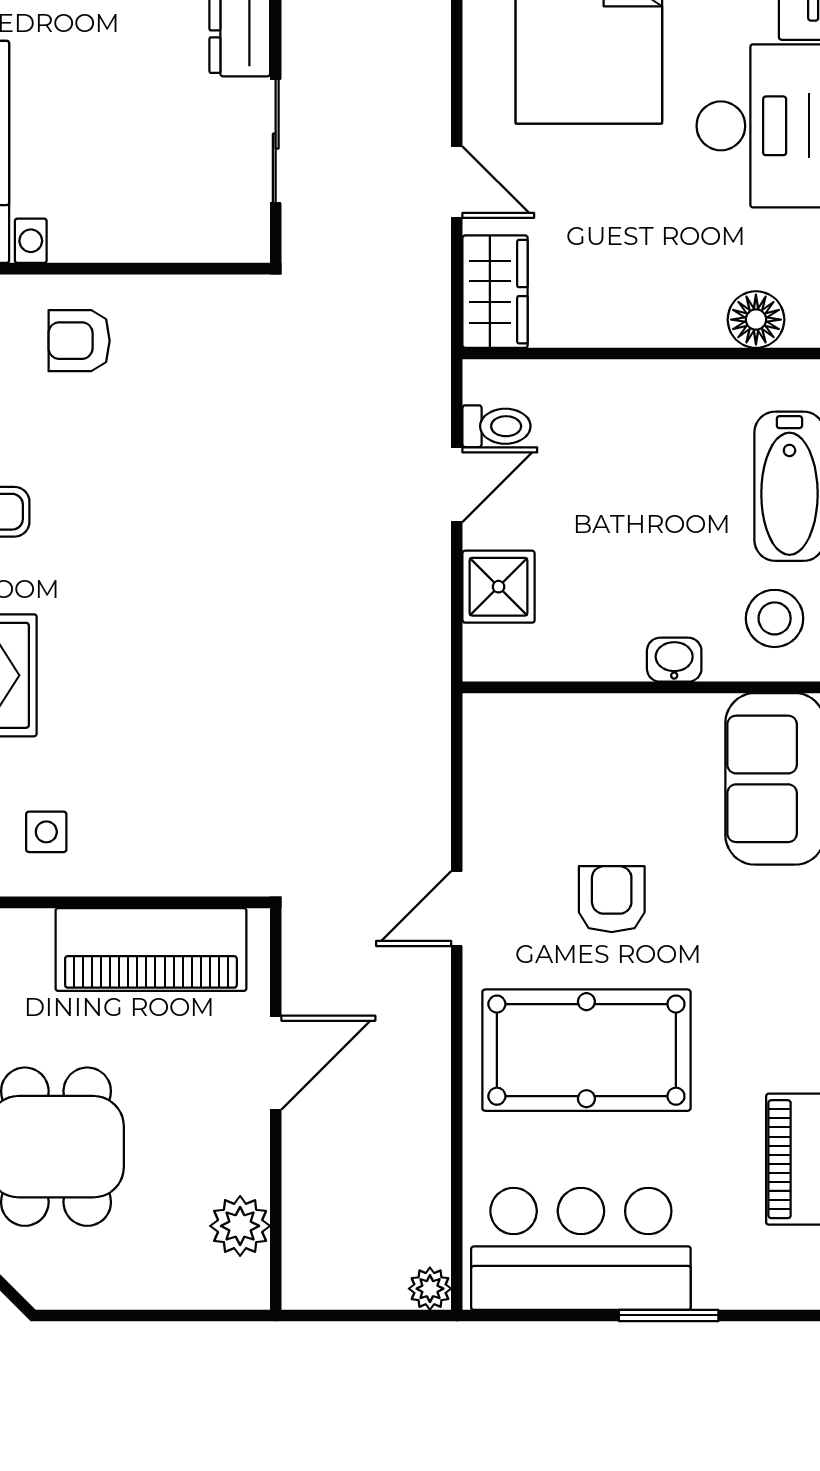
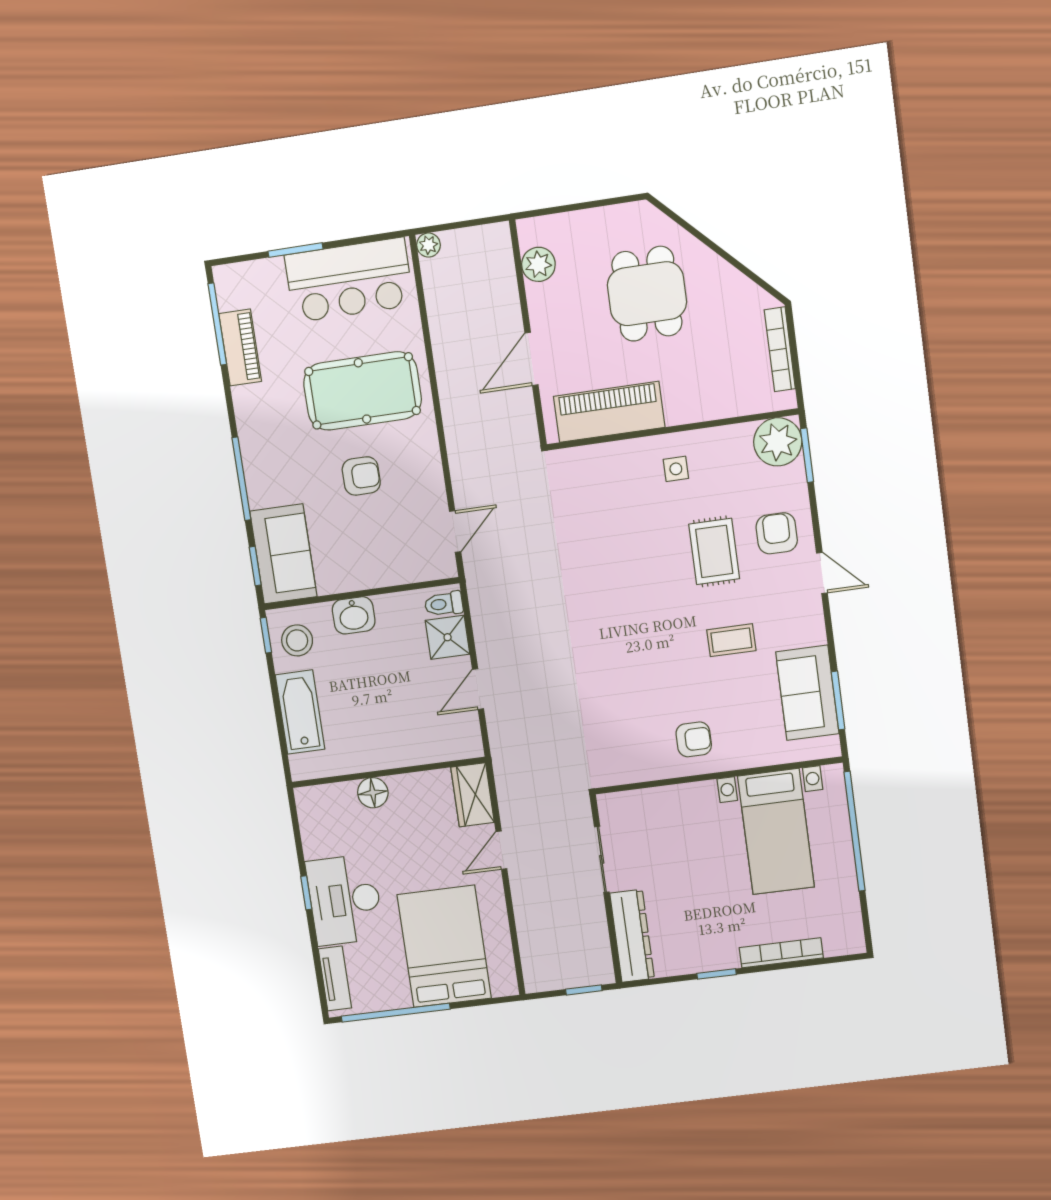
door: (457, 182) -> (501, 850), hinge flipped
floor lamp: (756, 320) -> (373, 793), moved
toilet: (497, 426) -> (444, 604), moved
washbasin: (674, 660) -> (354, 615), width x1.38, depth x1.45
armchair: (612, 899) -> (361, 476), turned -90
door: (457, 909) -> (455, 531), moved

